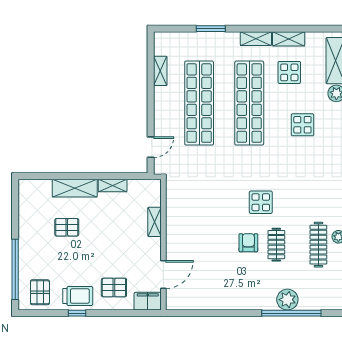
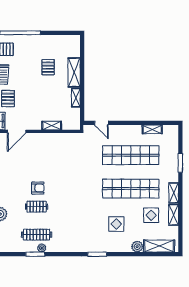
display table: (261, 202) -> (65, 196), removed
door: (163, 275) -> (17, 131), hinge flipped

